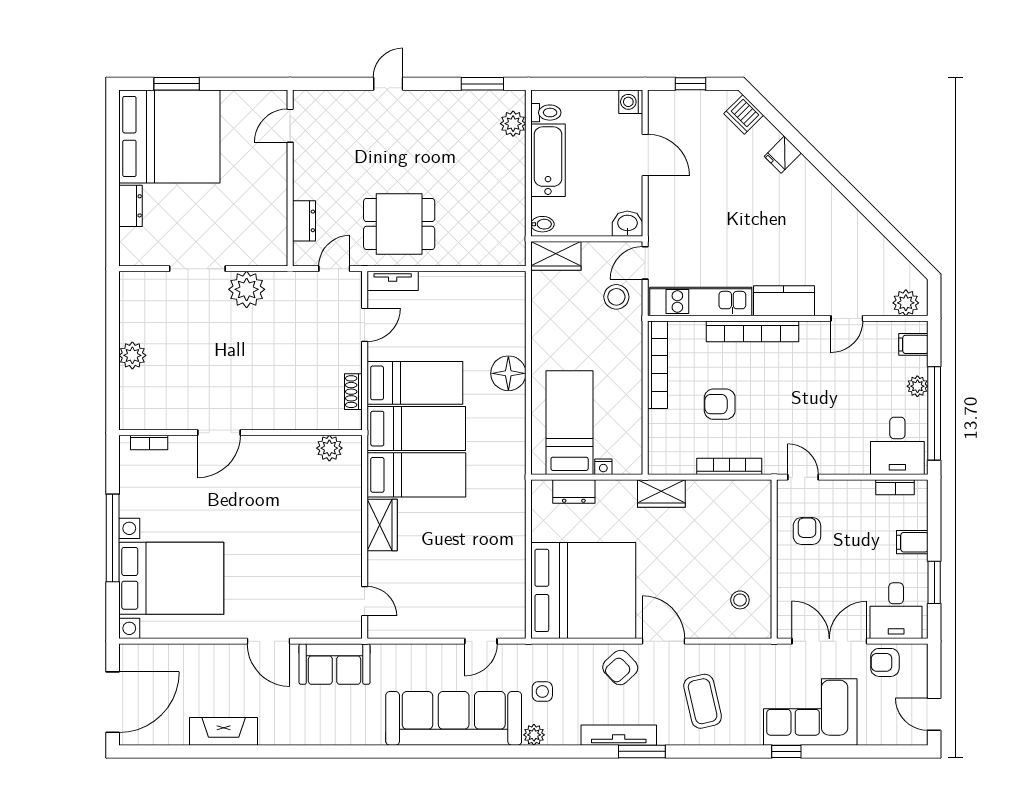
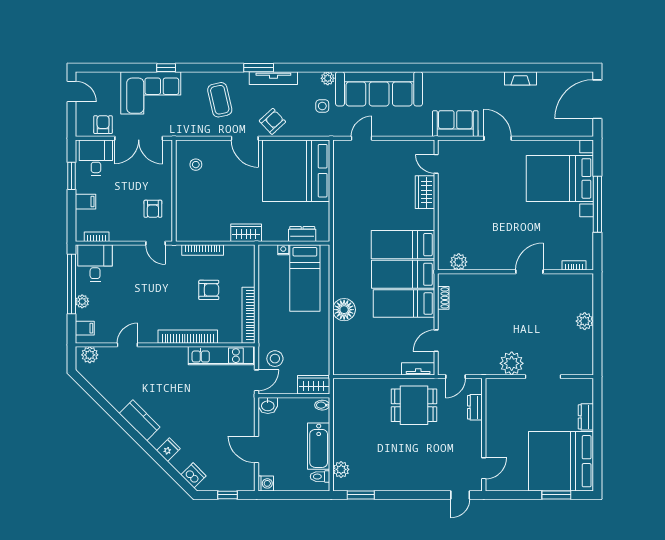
door: (388, 84) -> (460, 495), moved
kitchen counter: (784, 301) -> (140, 420), moved, turned -135
wardrobe: (382, 525) -> (425, 192), moved
armchair: (885, 662) -> (103, 125), turned -90
fireplace: (224, 731) -> (520, 78), width x0.73, depth x0.76

